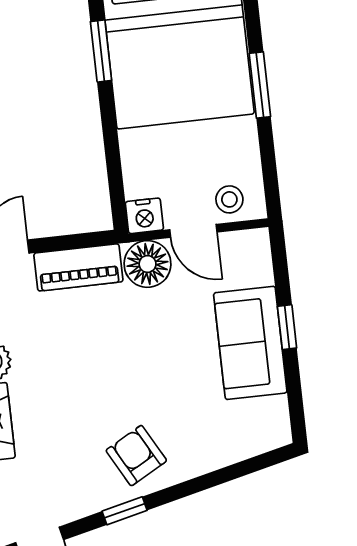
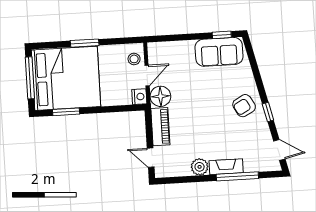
window: (287, 327) -> (222, 35), moved
sofa: (250, 343) -> (219, 52), moved

